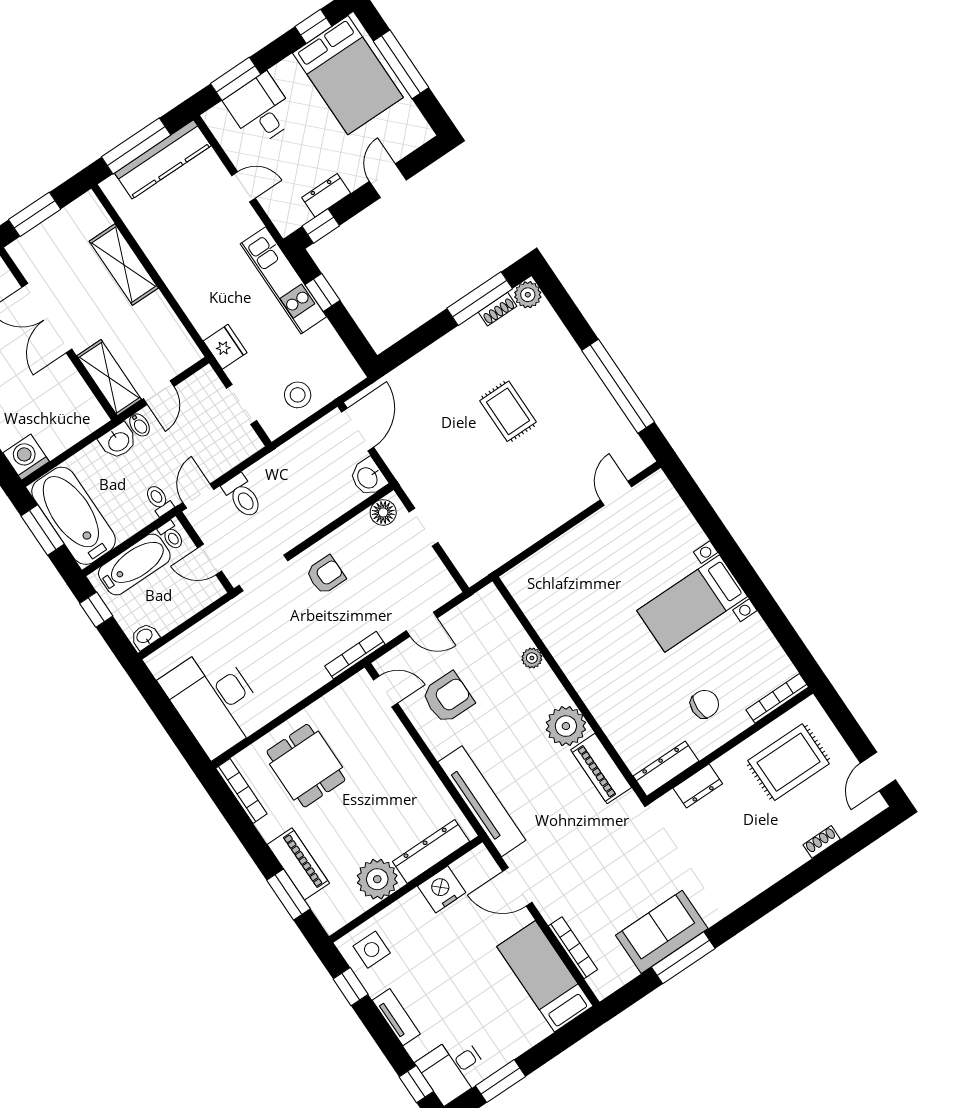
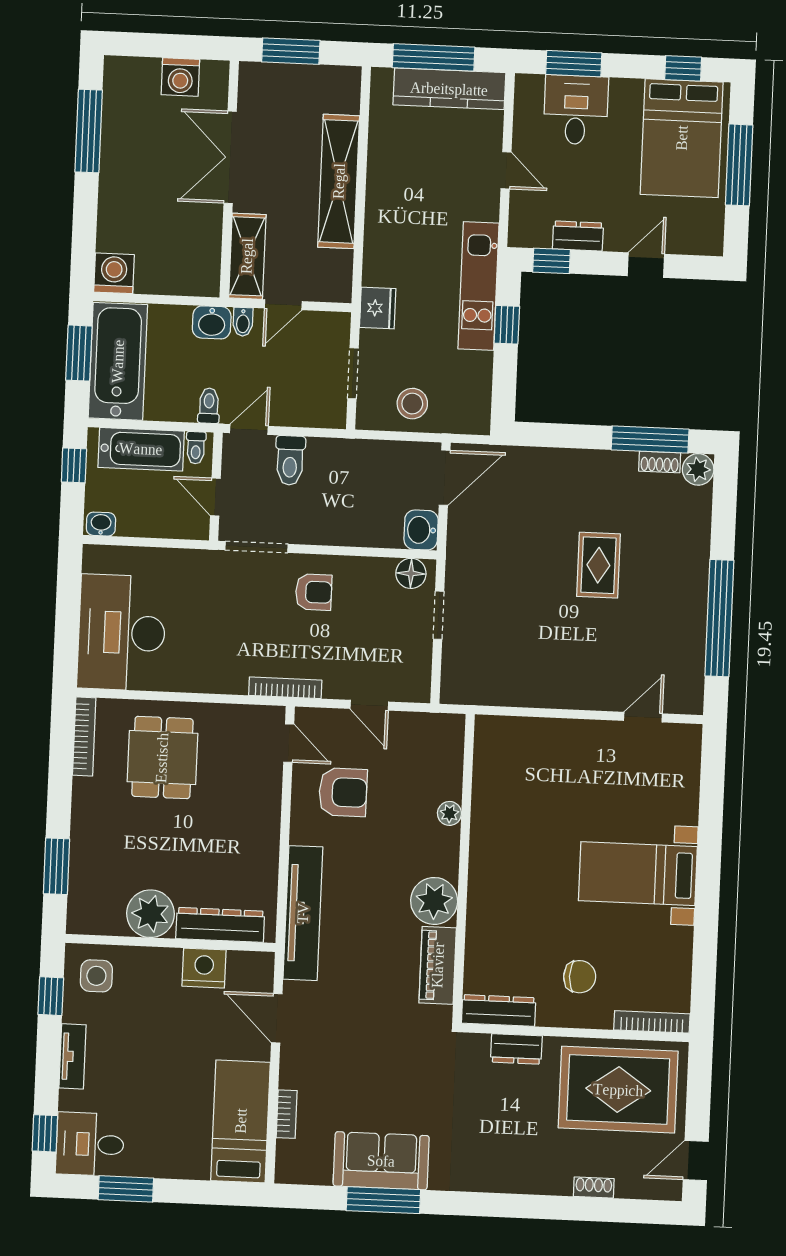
shelving: (124, 265) -> (339, 181), width x1.47
rug: (789, 762) -> (618, 1090), width x1.37, depth x1.44
piano: (298, 864) -> (87, 844), removed
bookcase: (573, 948) -> (287, 1114), width x0.64

